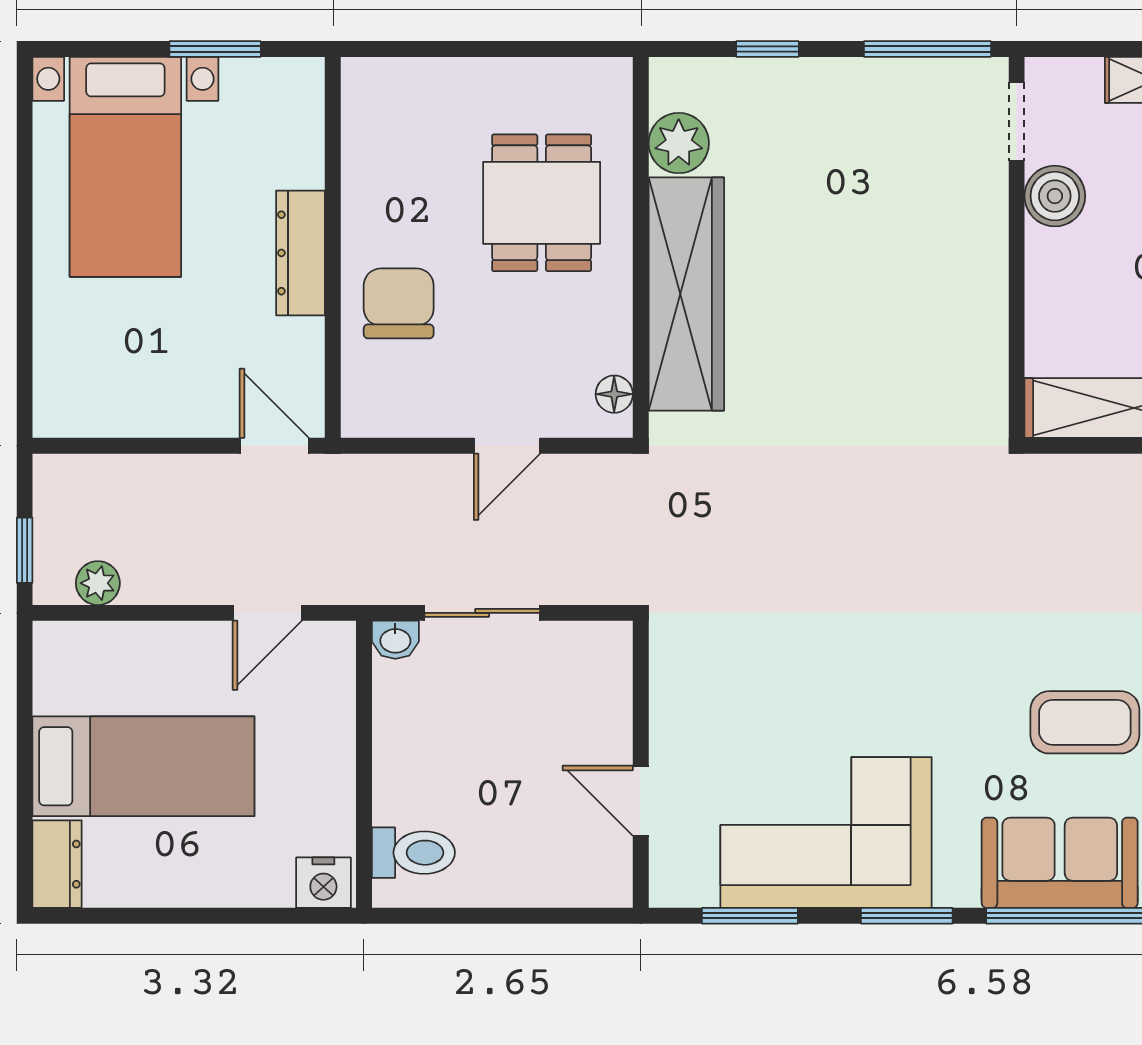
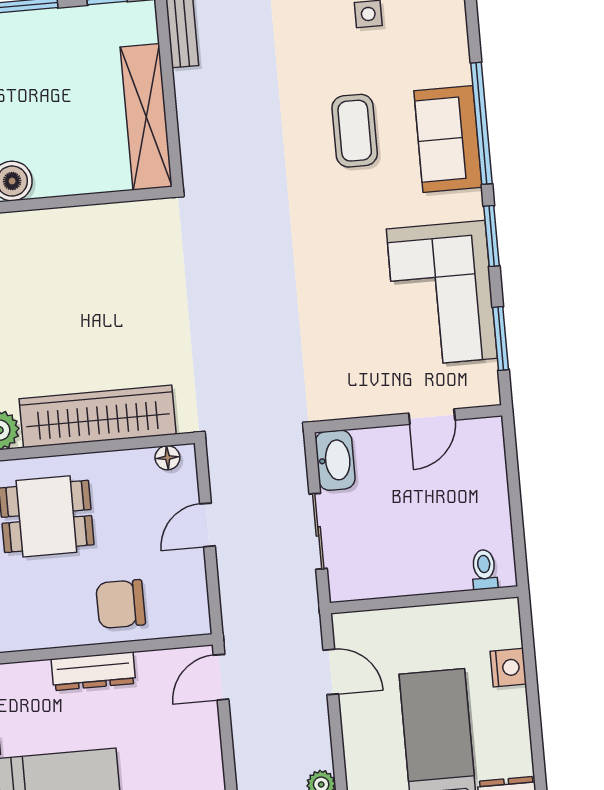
door: (507, 446) -> (207, 525), swing flipped
washbasin: (395, 640) -> (335, 460), moved, width x1.91, depth x1.45
toilet: (413, 853) -> (484, 569), width x0.73, depth x0.72
nightstand: (323, 883) -> (508, 668), moved

